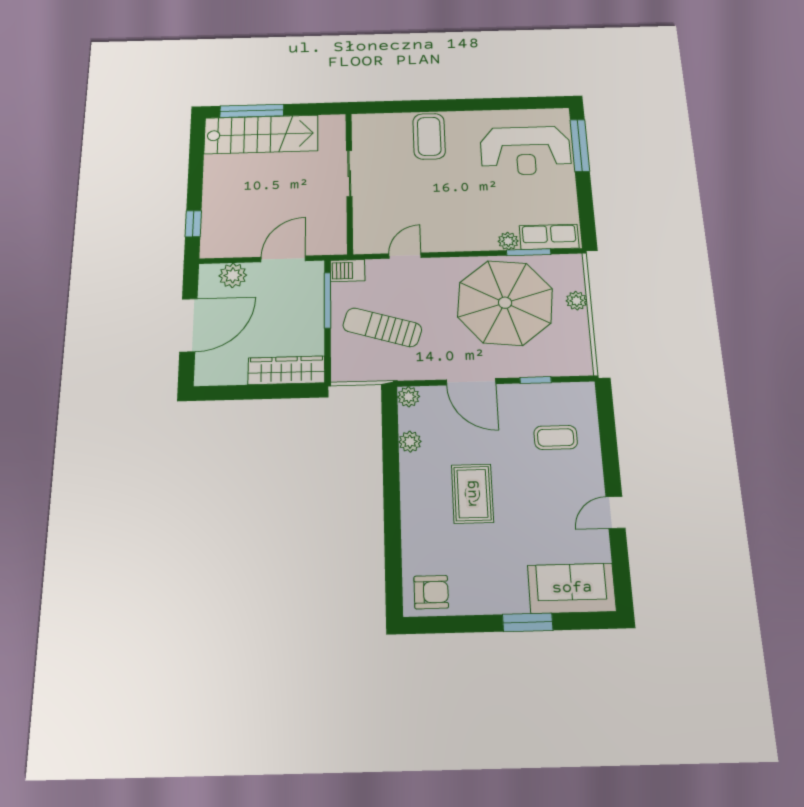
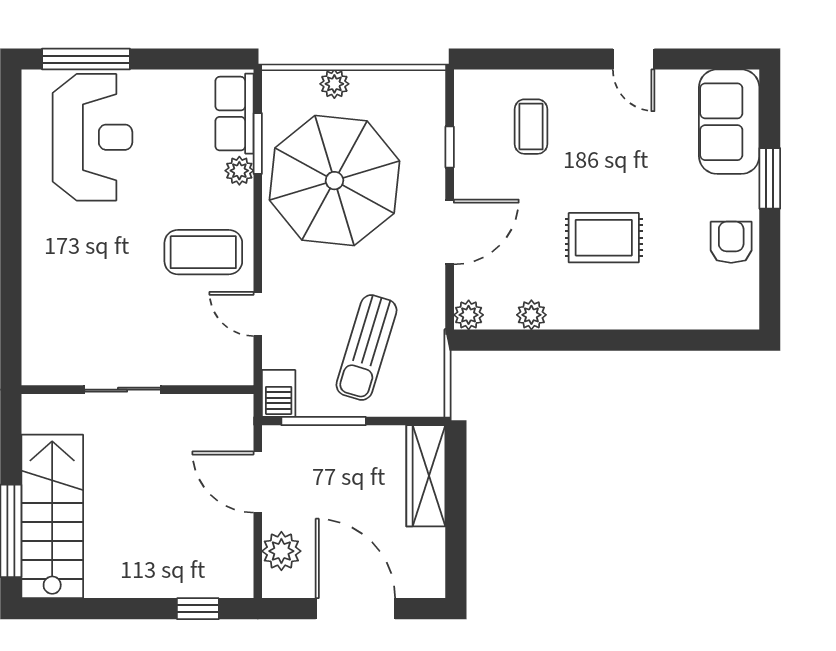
coffee table: (429, 136) -> (203, 252), moved
armchair: (431, 592) -> (731, 242), moved

